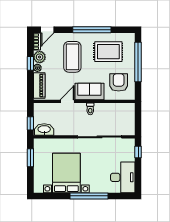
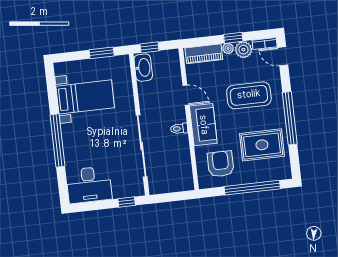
rug: (108, 52) -> (262, 145), turned 90
armchair: (119, 82) -> (221, 164), turned -90
bed with nightstands: (66, 173) -> (85, 97), width x0.73

